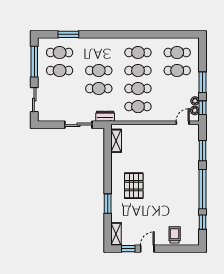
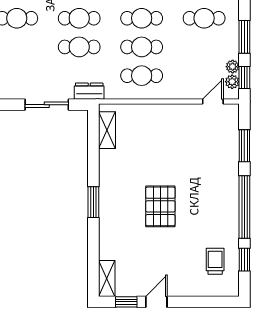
pallet: (134, 186) -> (160, 206), moved
window: (108, 204) -> (93, 202), moved
trolley: (175, 235) -> (215, 261), moved

